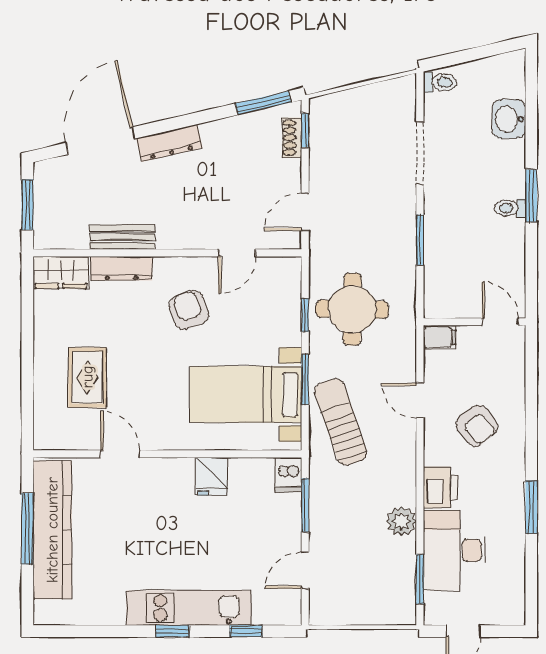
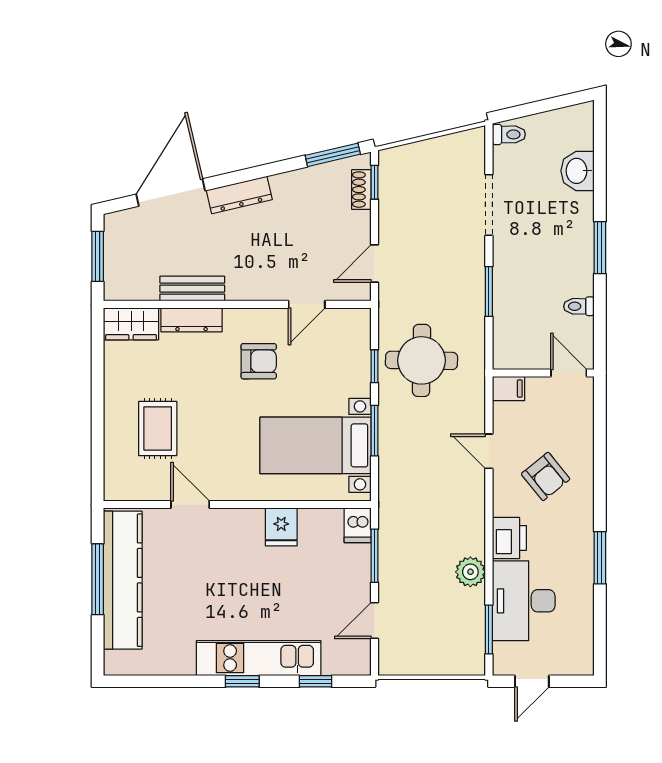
toilet: (510, 208) -> (579, 306), moved
armchair: (189, 310) -> (259, 361), turned 109
sun lounger: (341, 422) -> (410, 473), removed

